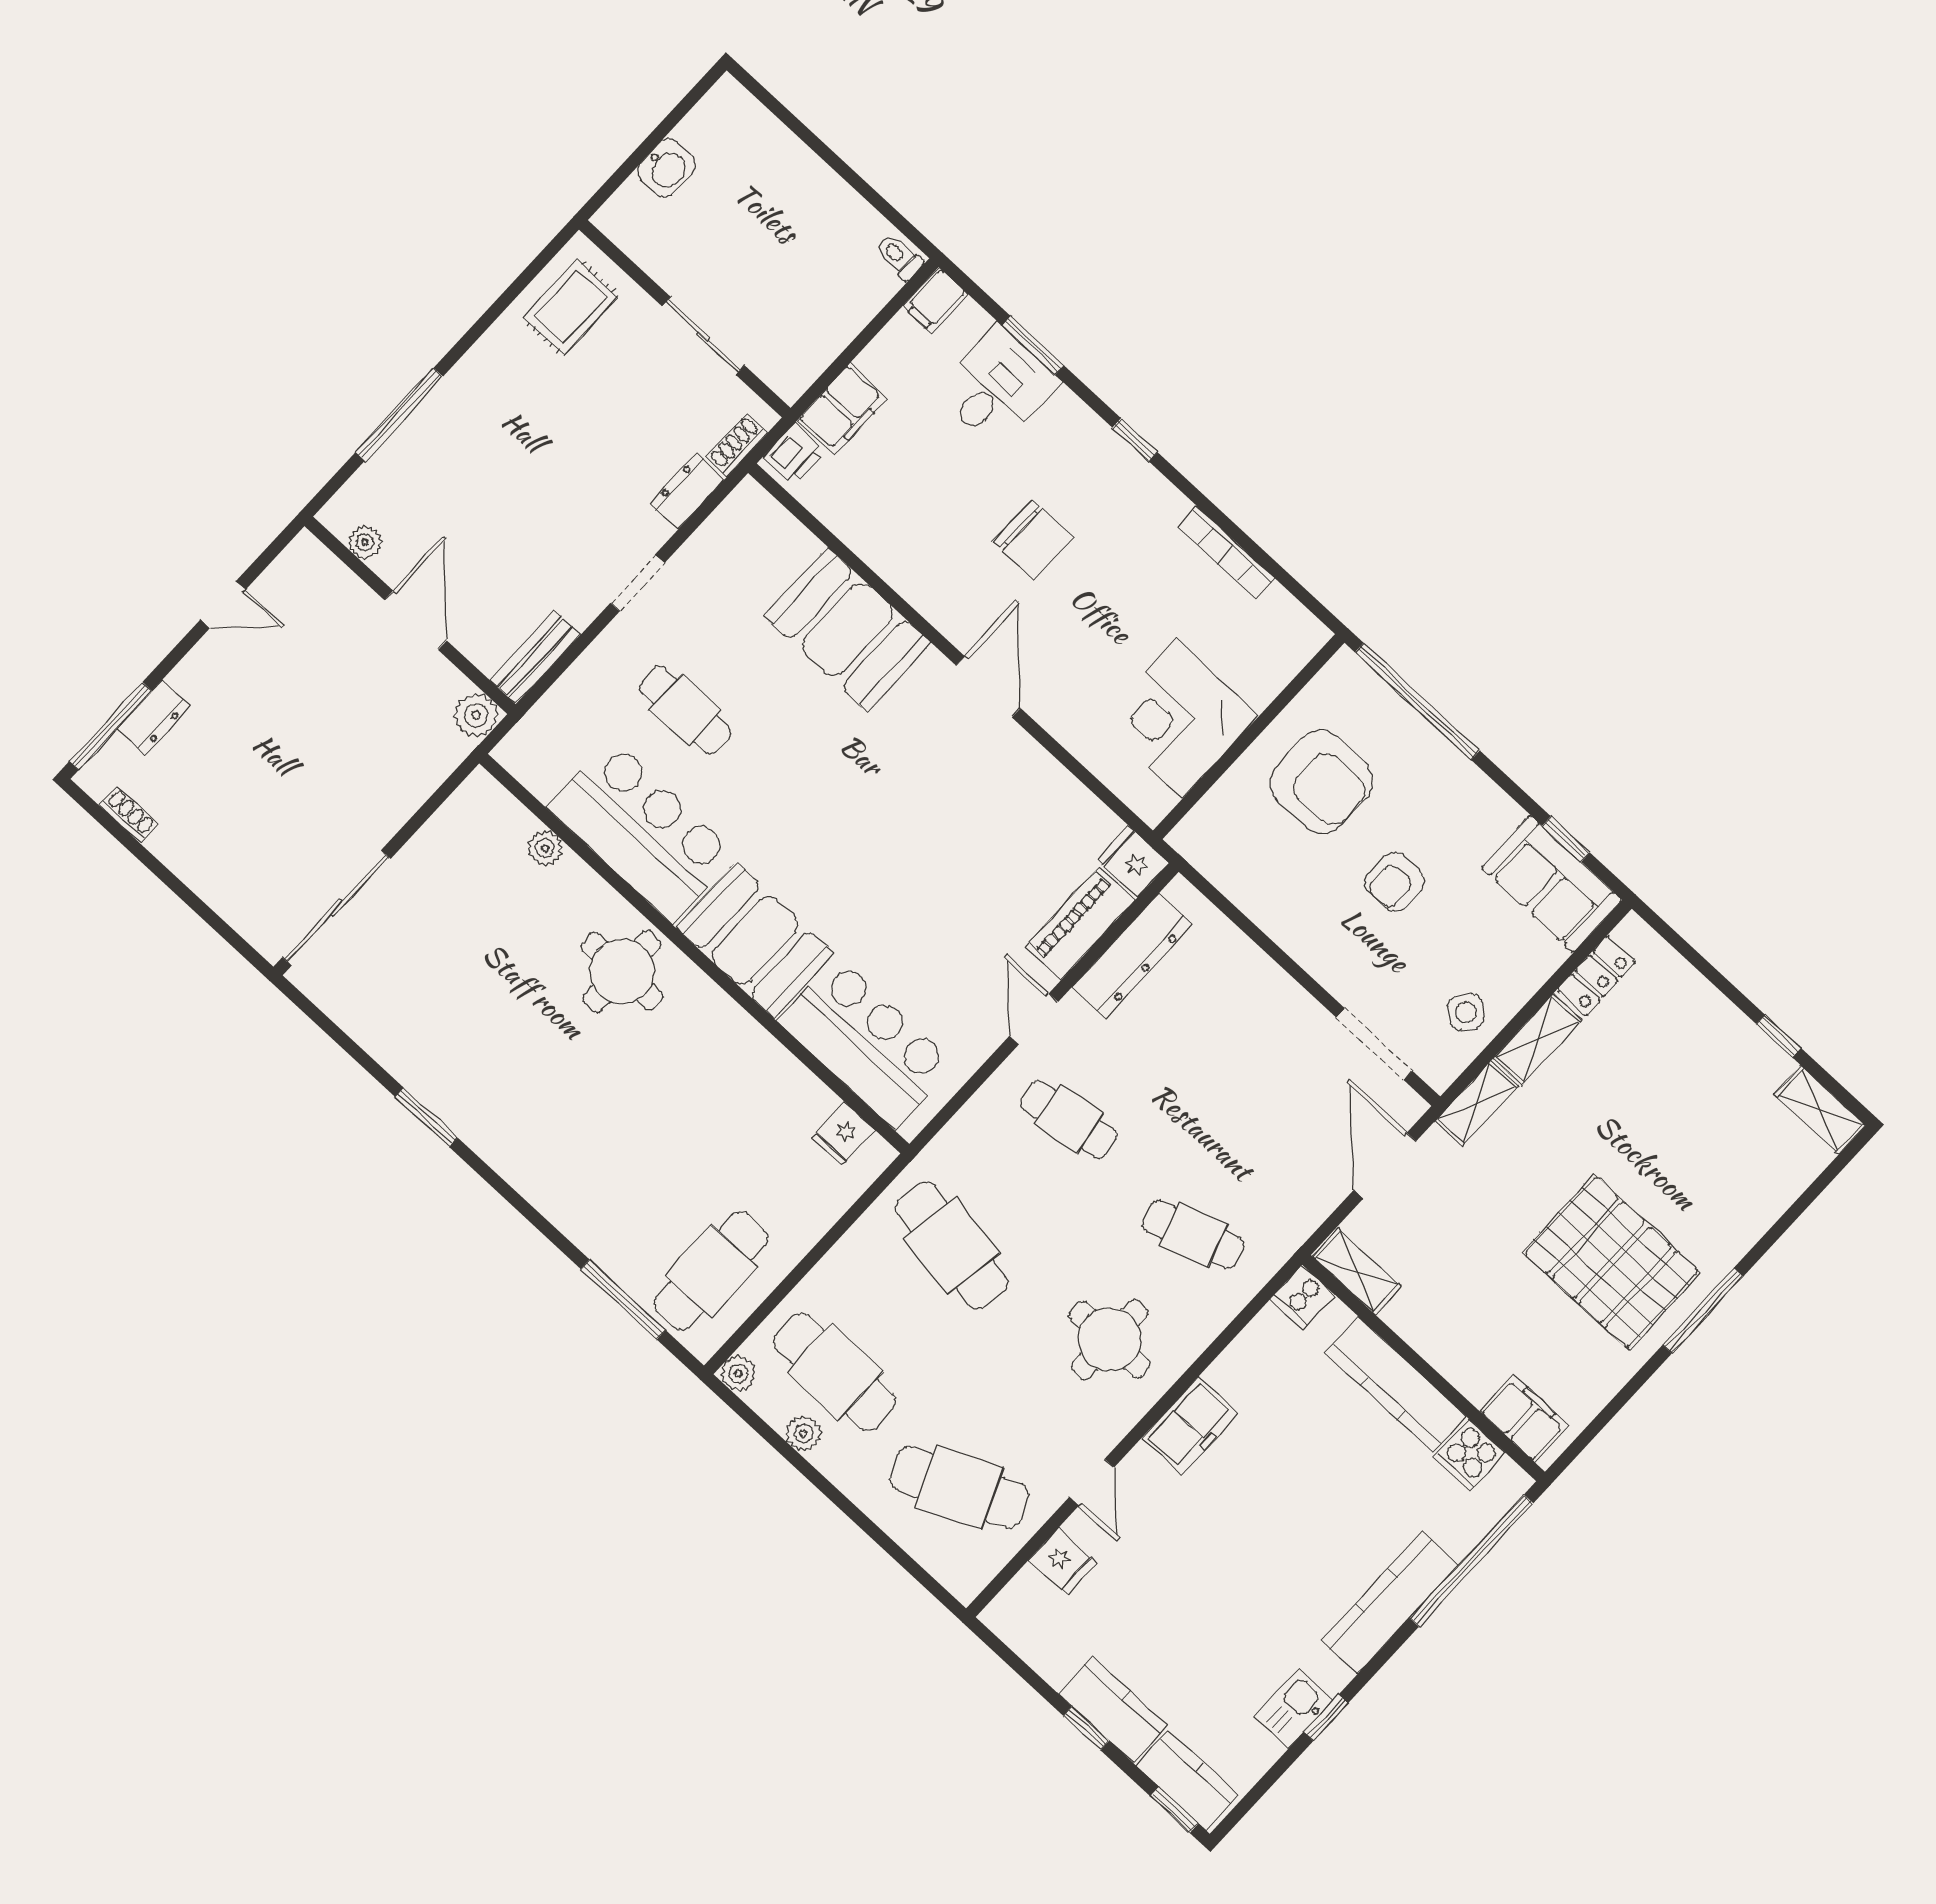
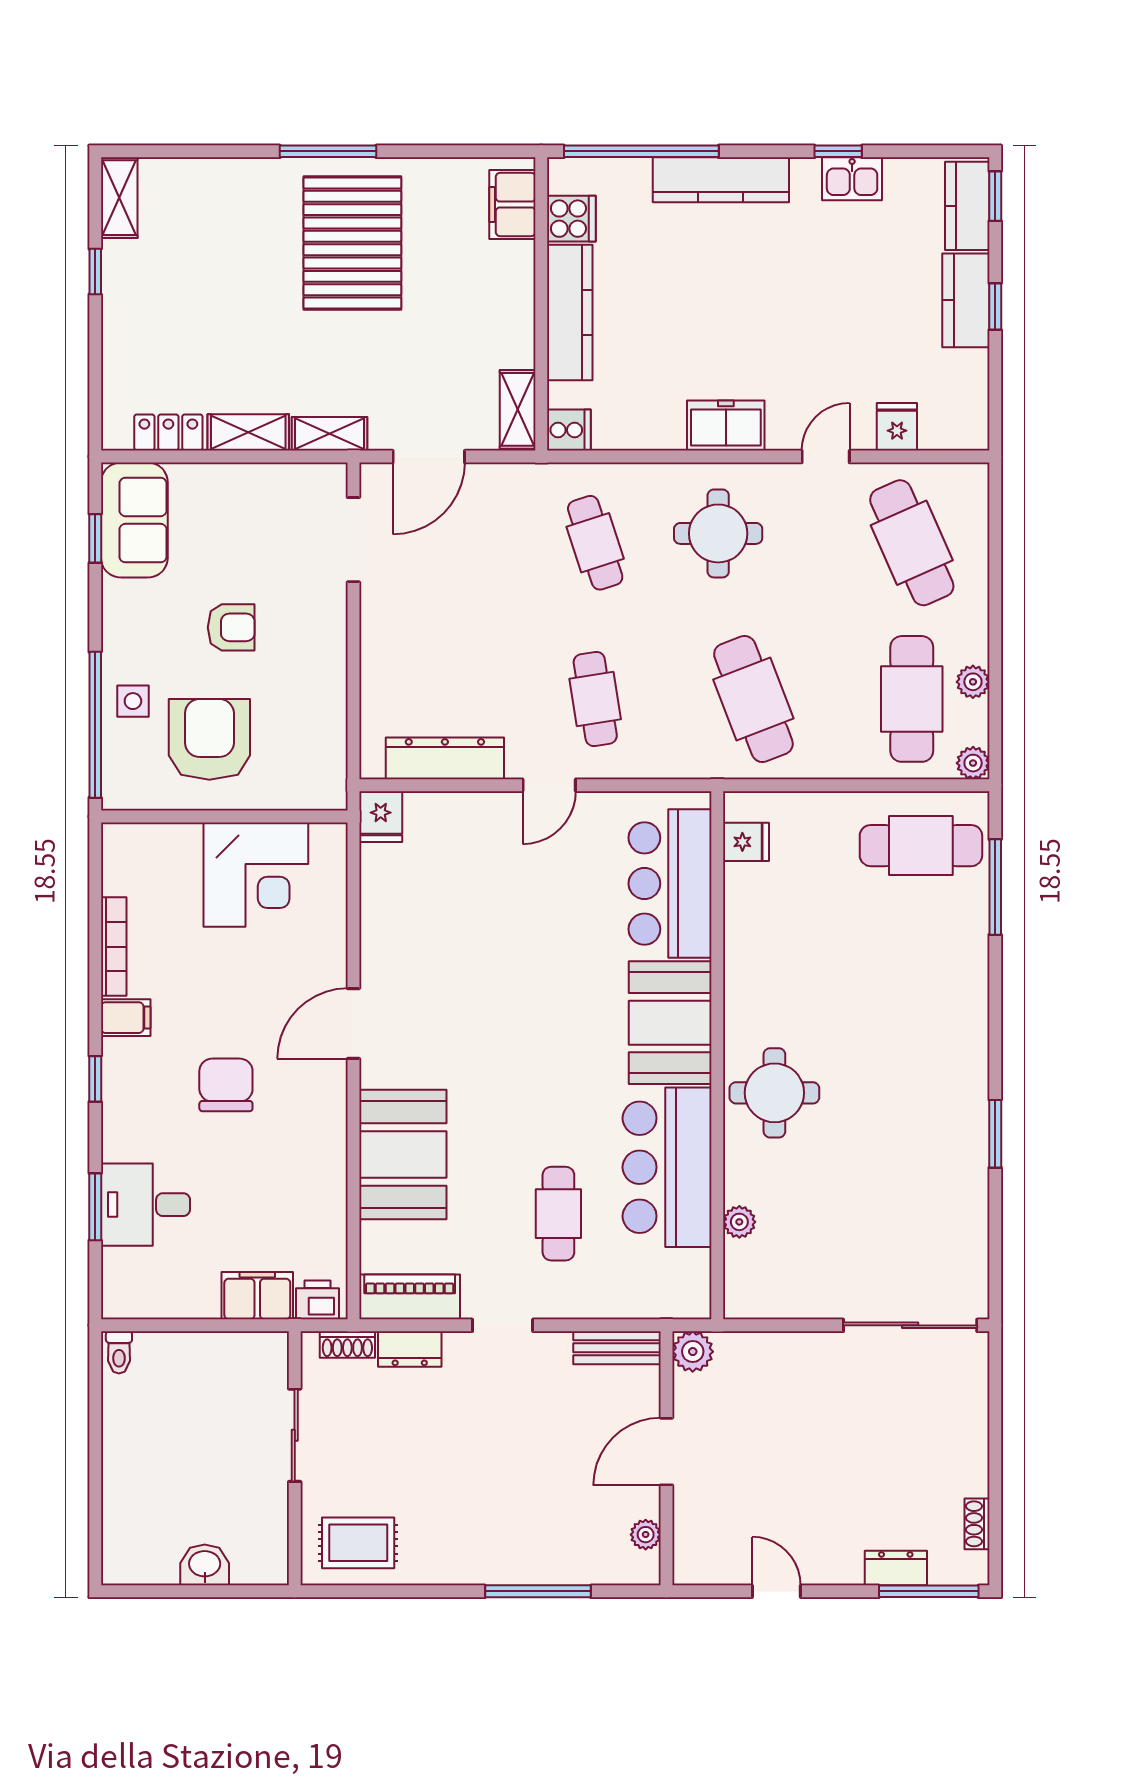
filing cabinet: (935, 300) -> (126, 1018), moved
piano: (1080, 923) -> (410, 1297), moved, turned 180
side table: (1466, 1012) -> (133, 701), moved, turned -38
cafe table: (952, 1246) -> (753, 699), turned -30

